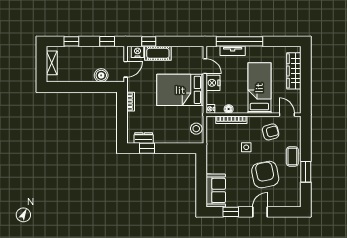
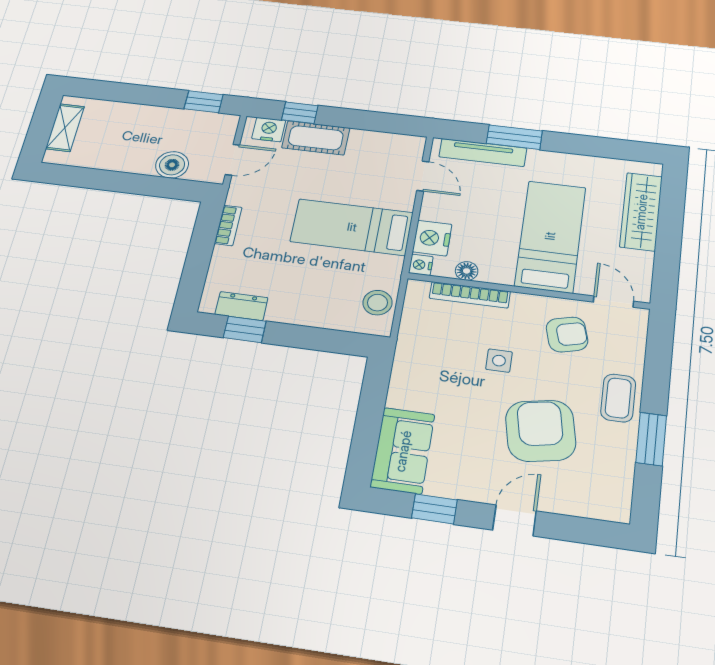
window: (71, 41) -> (122, 92), removed
window: (239, 41) -> (514, 137), width x0.47
tv unit: (233, 51) -> (483, 152), width x1.41
nightstand: (213, 83) -> (432, 238), moved
bed: (180, 90) -> (352, 227), width x0.67

